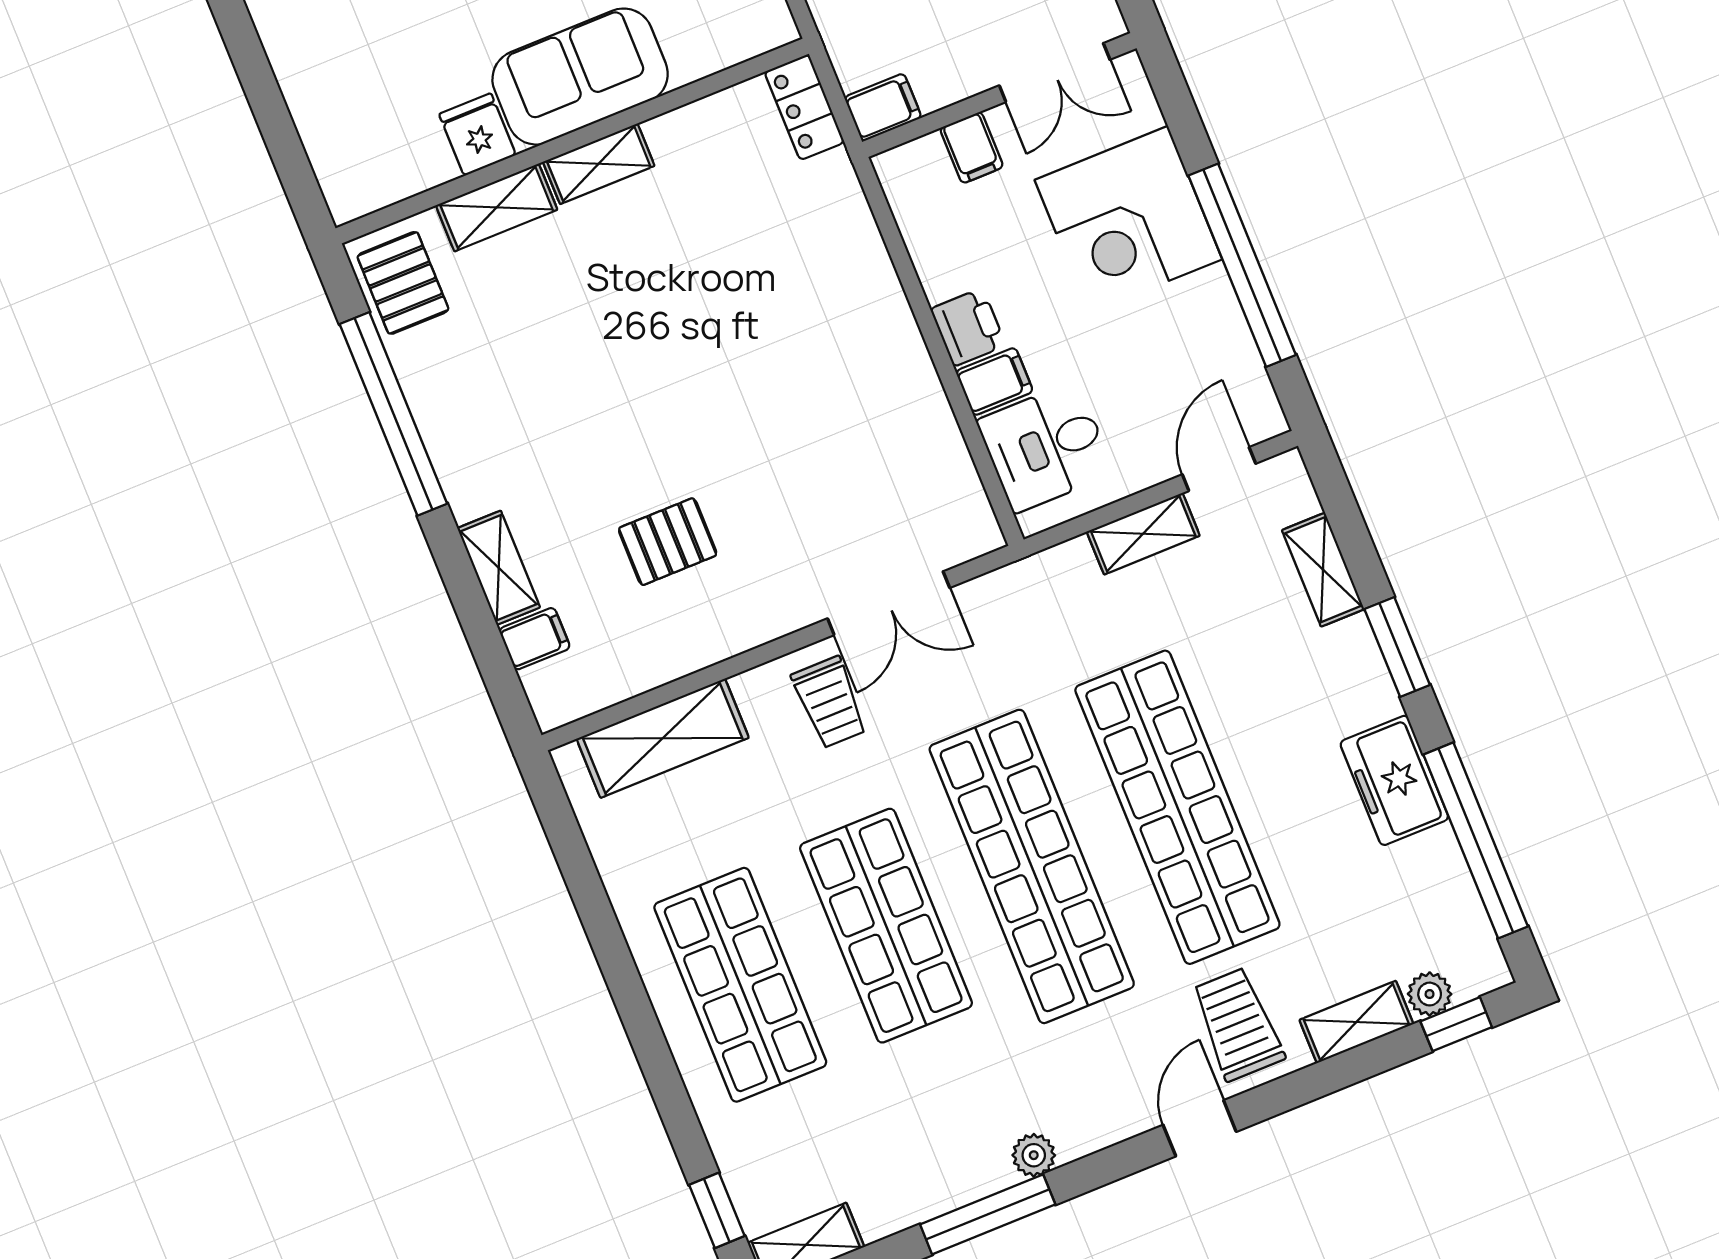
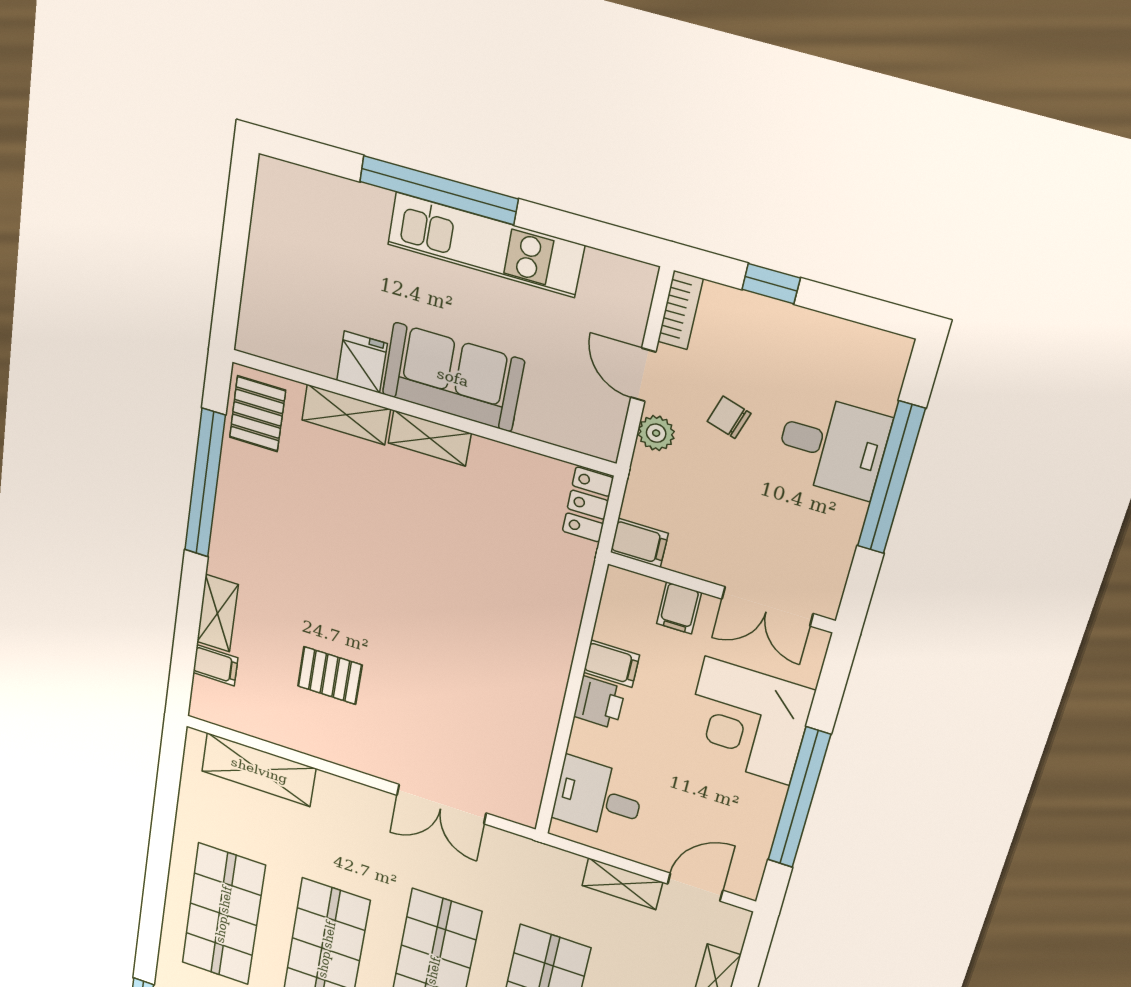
filing cabinet: (994, 381) -> (611, 664), moved
trolley: (830, 702) -> (370, 825), removed

